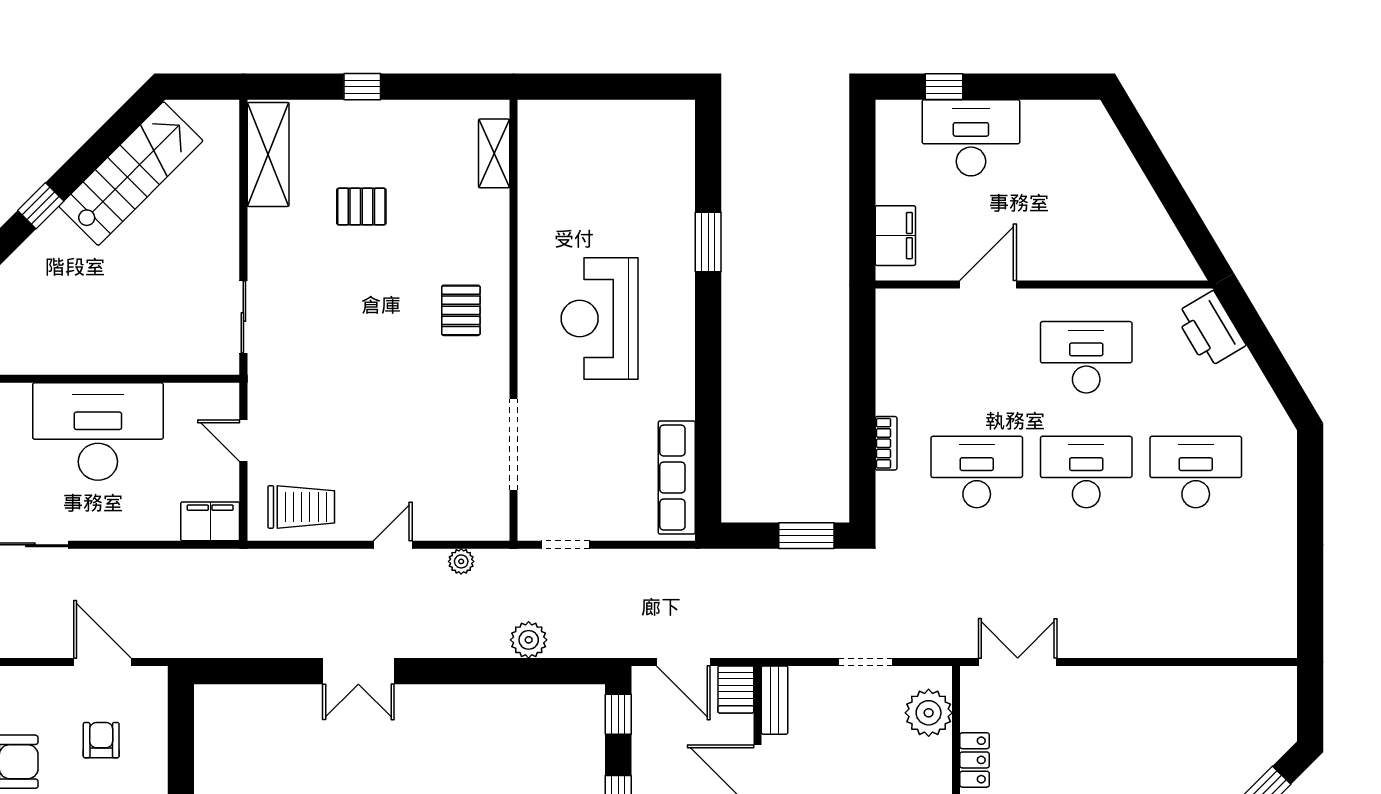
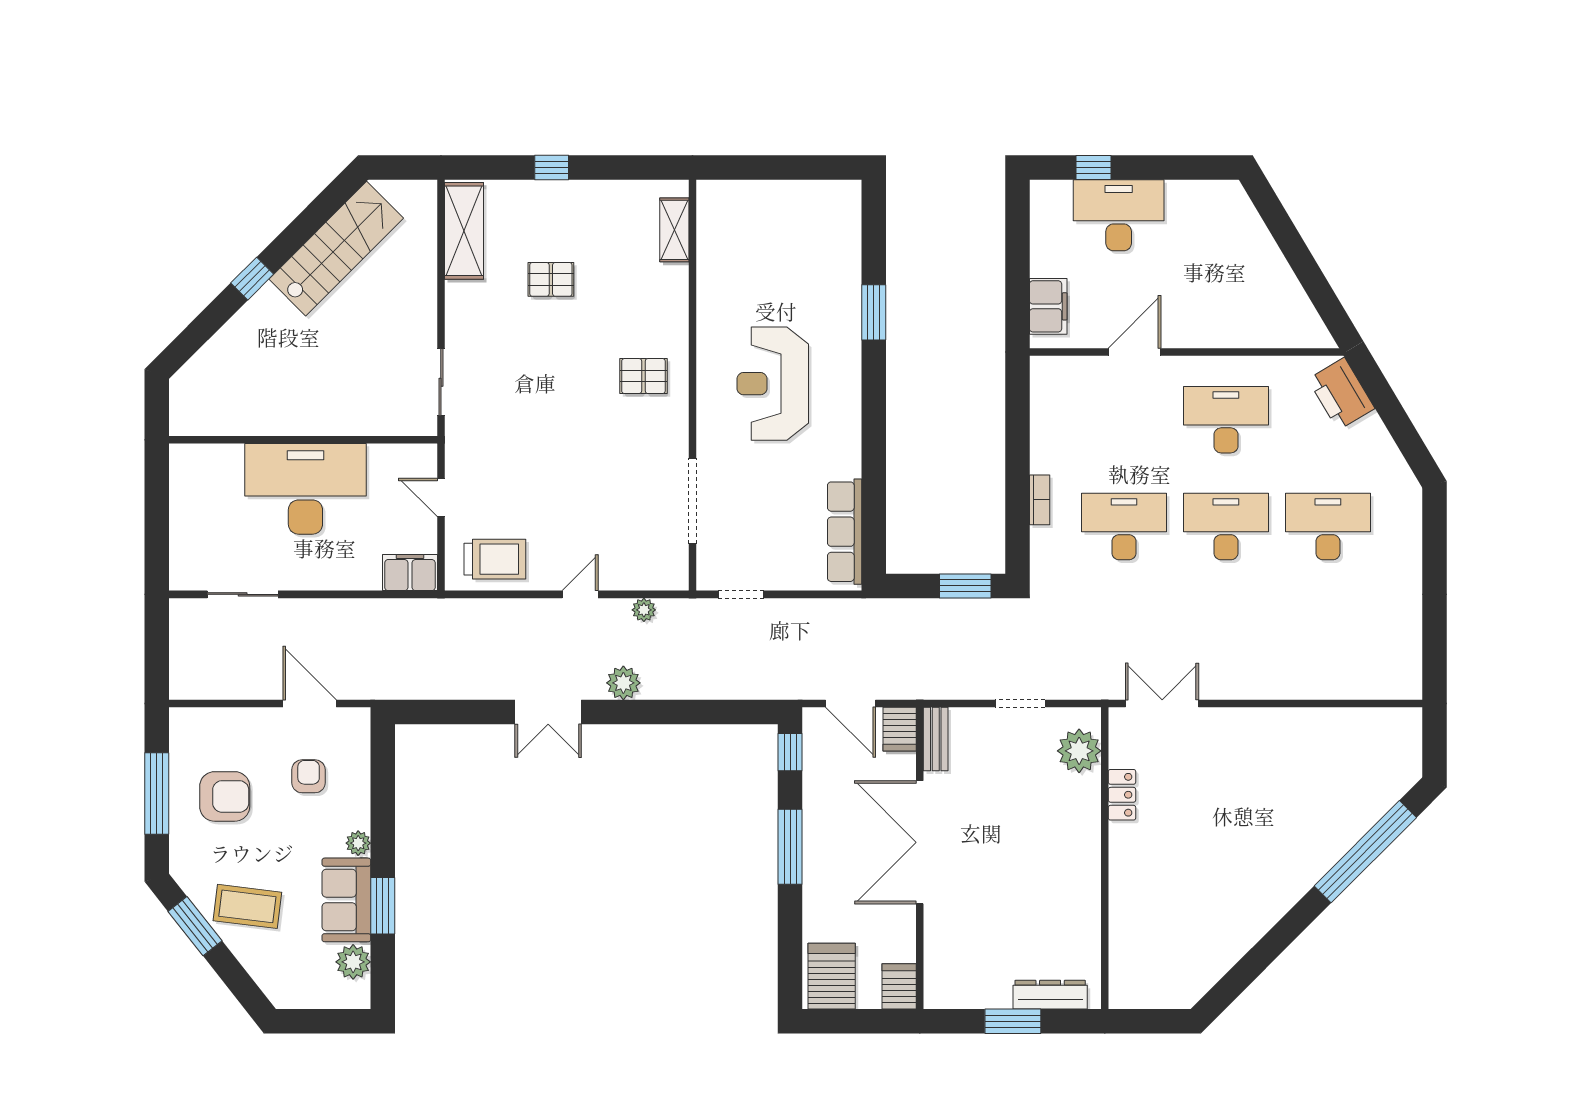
pallet: (461, 310) -> (643, 376), turned 90
plant: (529, 640) -> (623, 683), moved

